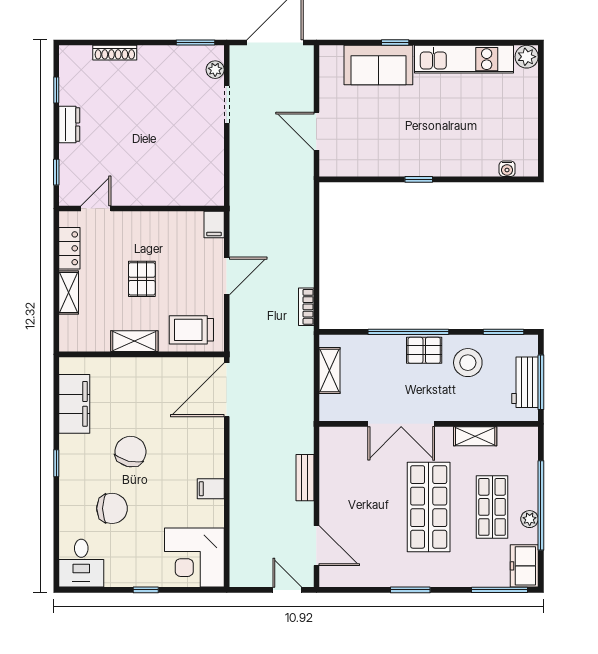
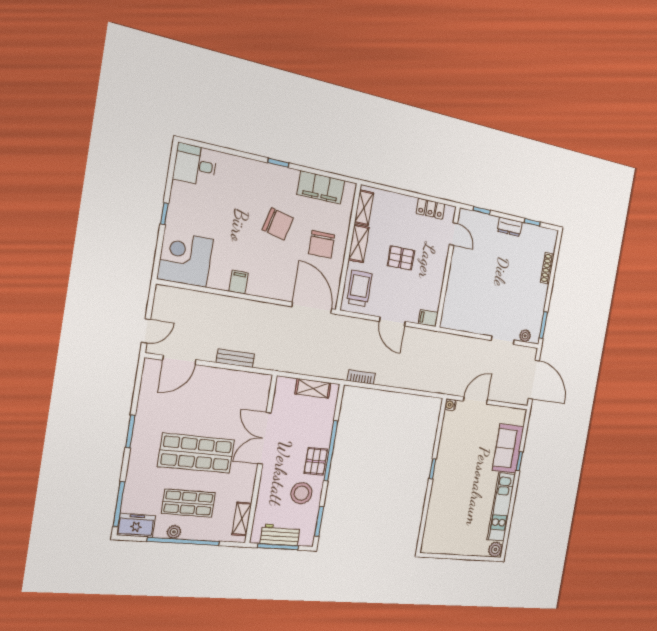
water cooler: (507, 169) -> (450, 405), moved
shelving: (69, 293) -> (364, 208), moved, turned 90
shelving: (475, 436) -> (242, 519), moved
chair: (112, 508) -> (322, 244), moved

